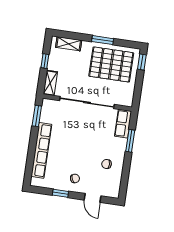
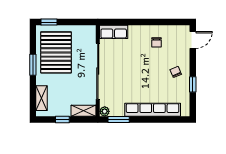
plant: (47, 103) -> (105, 111), added
window: (130, 141) -> (130, 22), removed
door: (93, 198) -> (193, 40), moved

